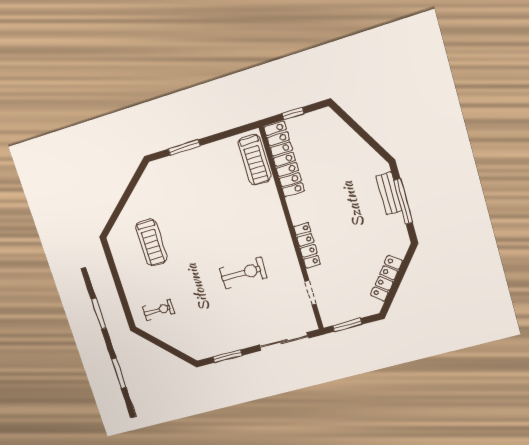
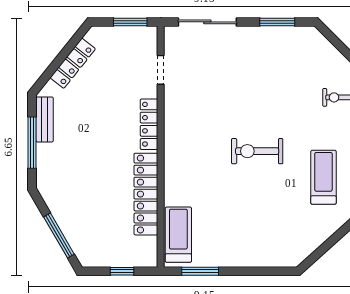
window: (357, 128) -> (59, 235), added
window: (184, 147) -> (200, 271), moved
locker: (284, 159) -> (146, 194), moved
bench: (389, 193) -> (45, 119), moved
exercise bike: (243, 273) -> (257, 151), moved

